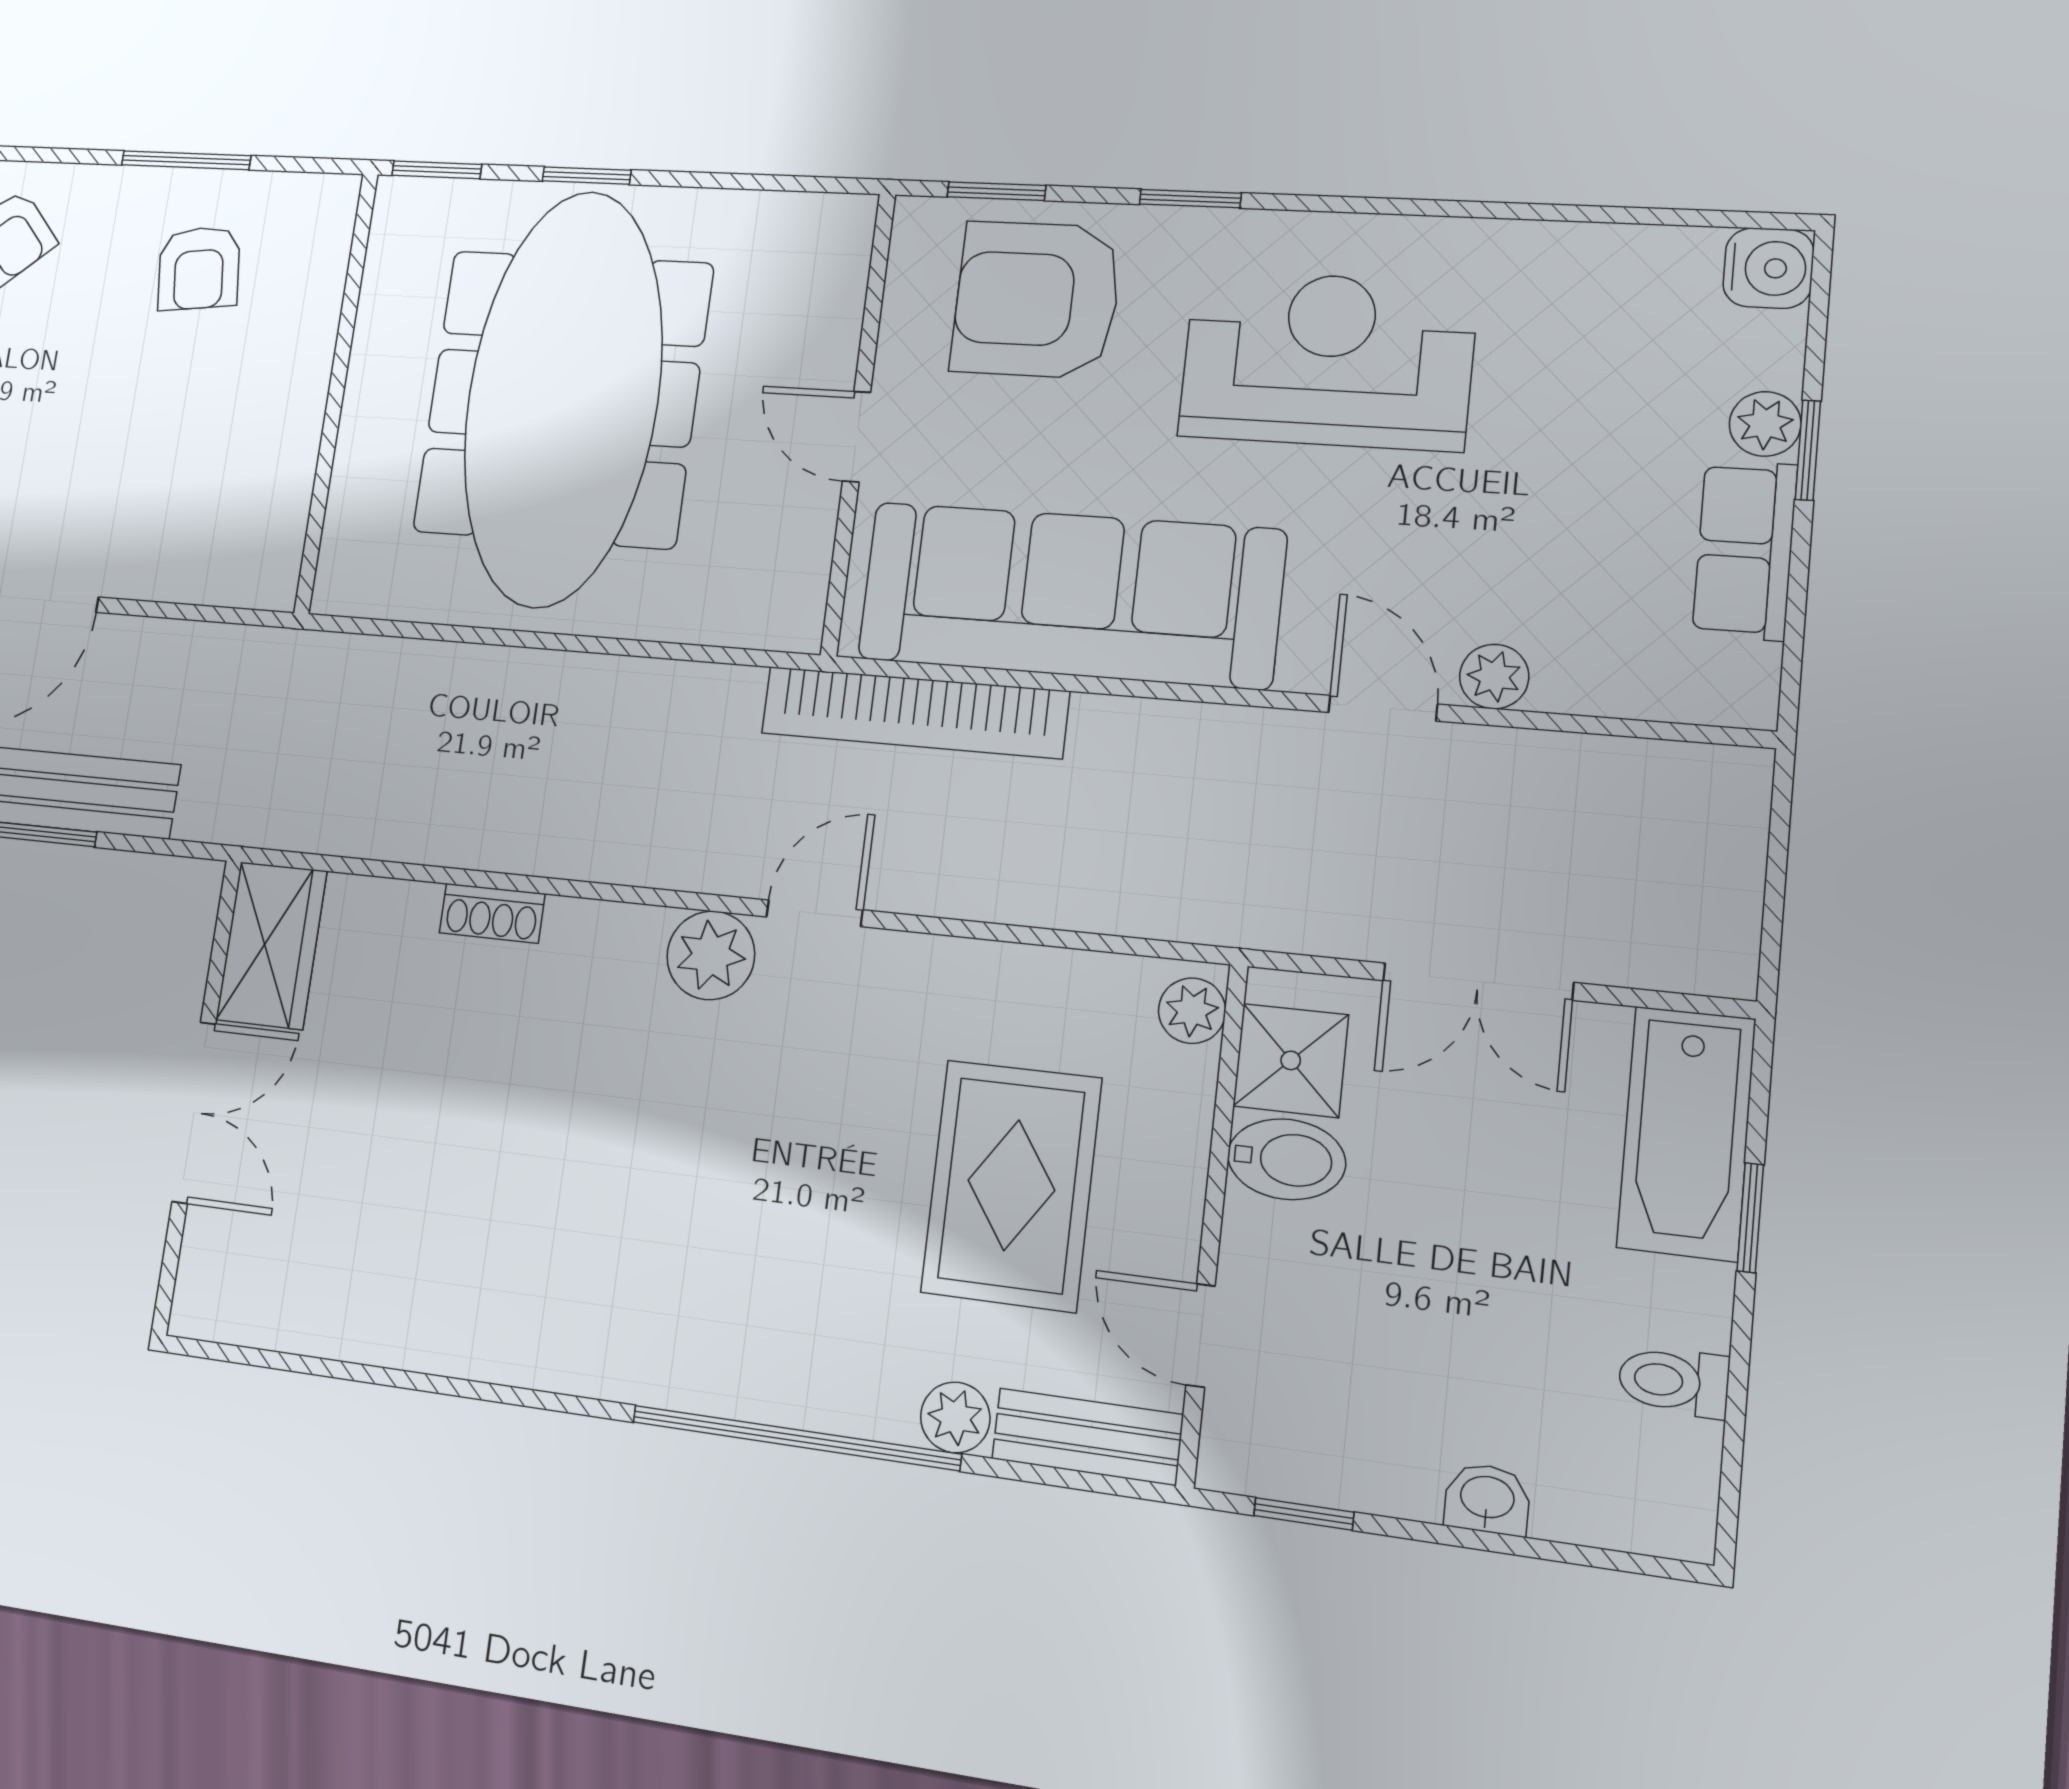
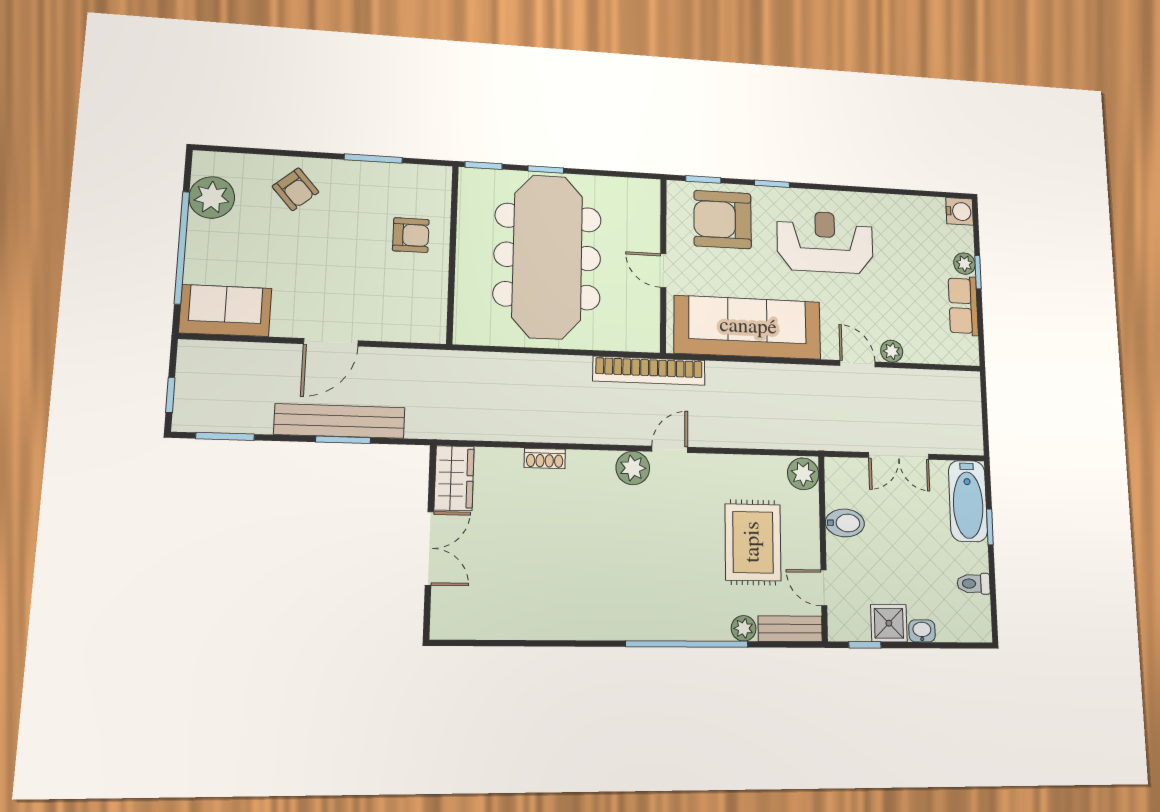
armchair: (199, 268) -> (411, 235), moved, turned -83
bookcase: (914, 712) -> (649, 371), moved
plant: (1192, 1011) -> (803, 474), width x1.38, depth x1.38
shower: (1291, 1060) -> (889, 623), moved

